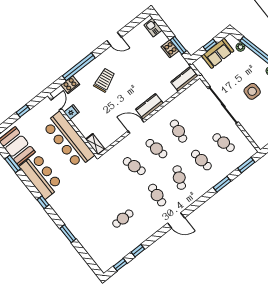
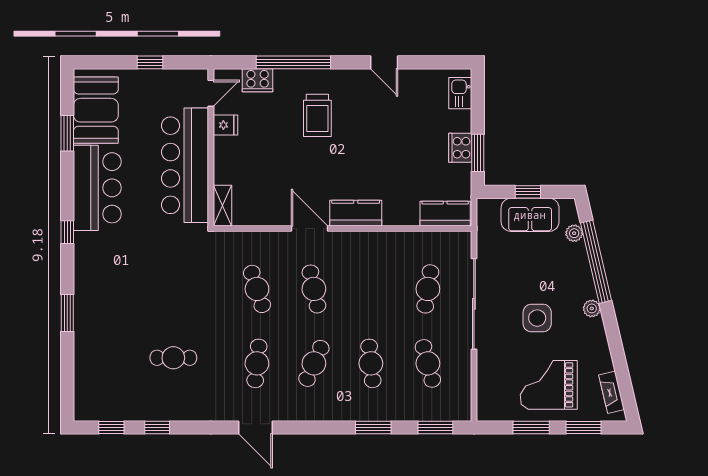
trolley: (104, 80) -> (317, 115), turned 112
cafe table: (179, 131) -> (428, 289), moved

